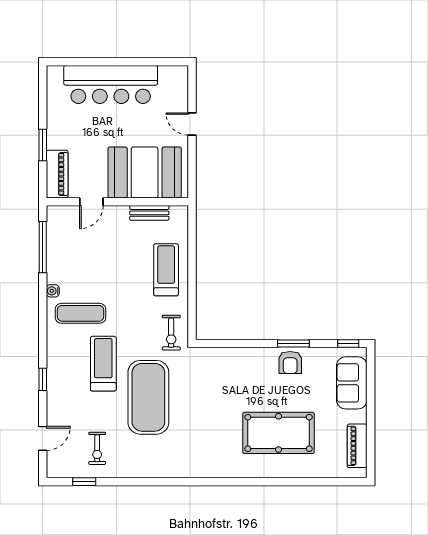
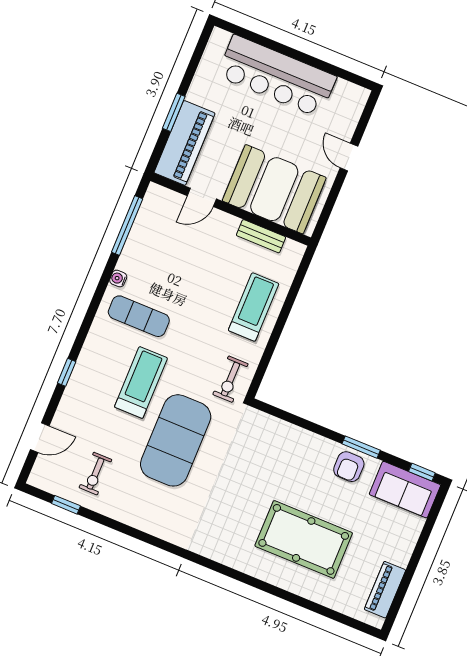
piano: (57, 174) -> (184, 143), width x1.37, depth x1.33
sofa: (352, 383) -> (405, 490), moved, turned -90

